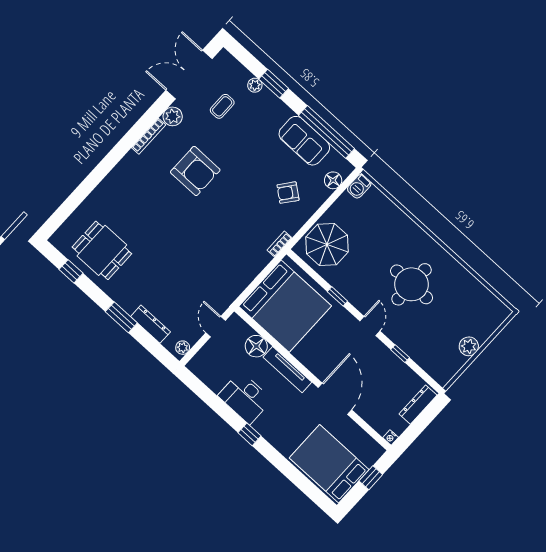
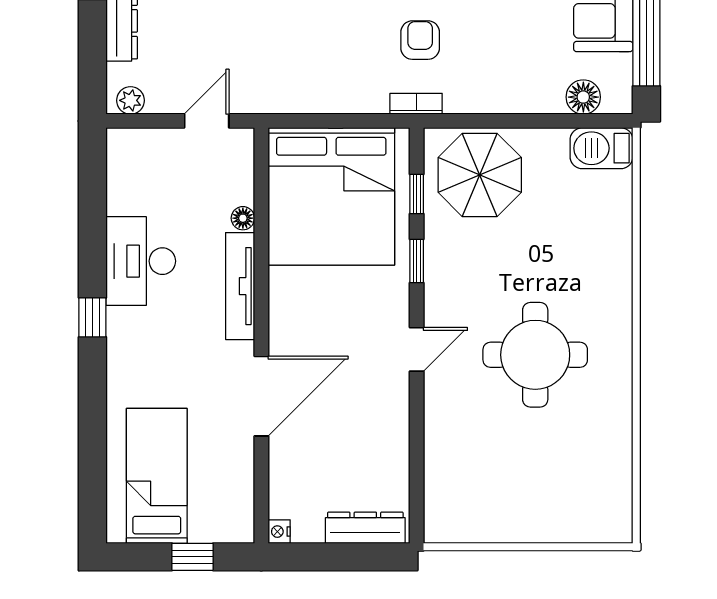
barbecue: (359, 186) -> (601, 148), width x1.38, depth x1.27
armchair: (288, 193) -> (420, 40), moved, turned 52
floor lamp: (256, 346) -> (243, 218), width x0.53, depth x0.53
plant: (469, 346) -> (521, 524), removed
window: (400, 354) -> (417, 194), moved
bed: (329, 464) -> (157, 476), width x0.67

